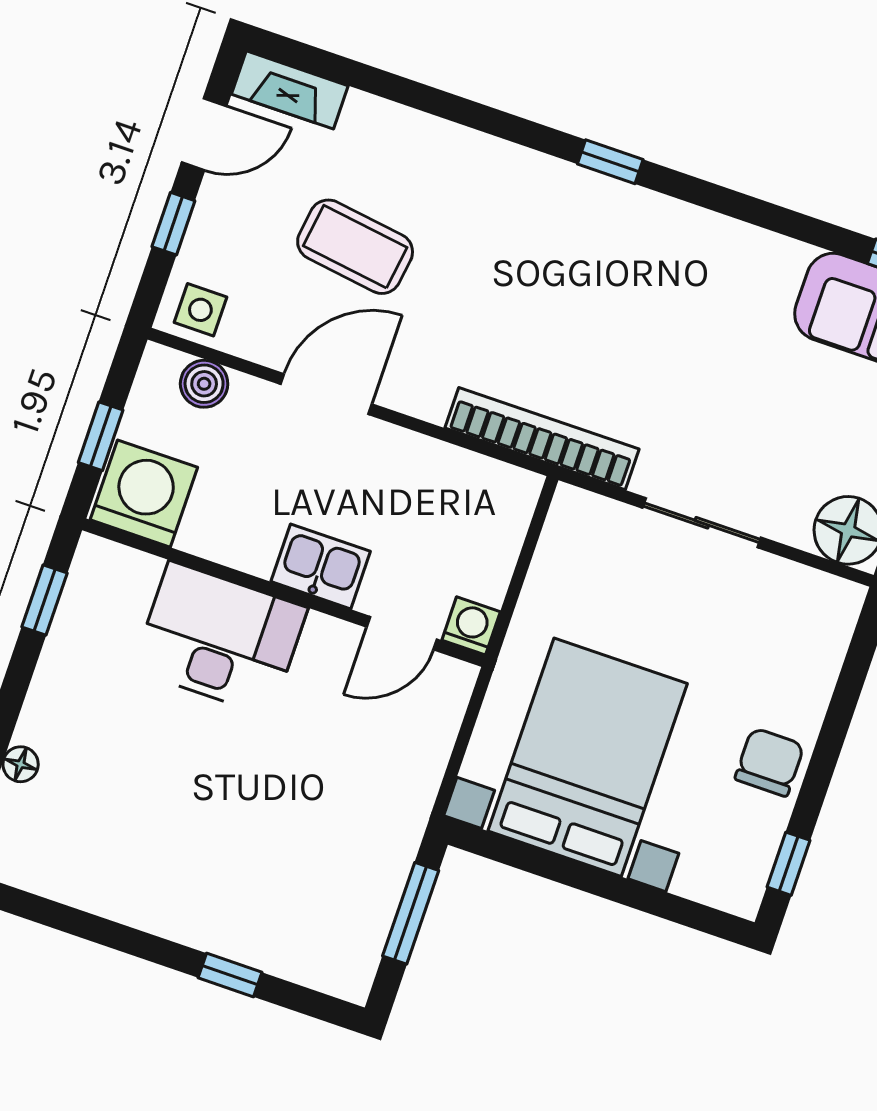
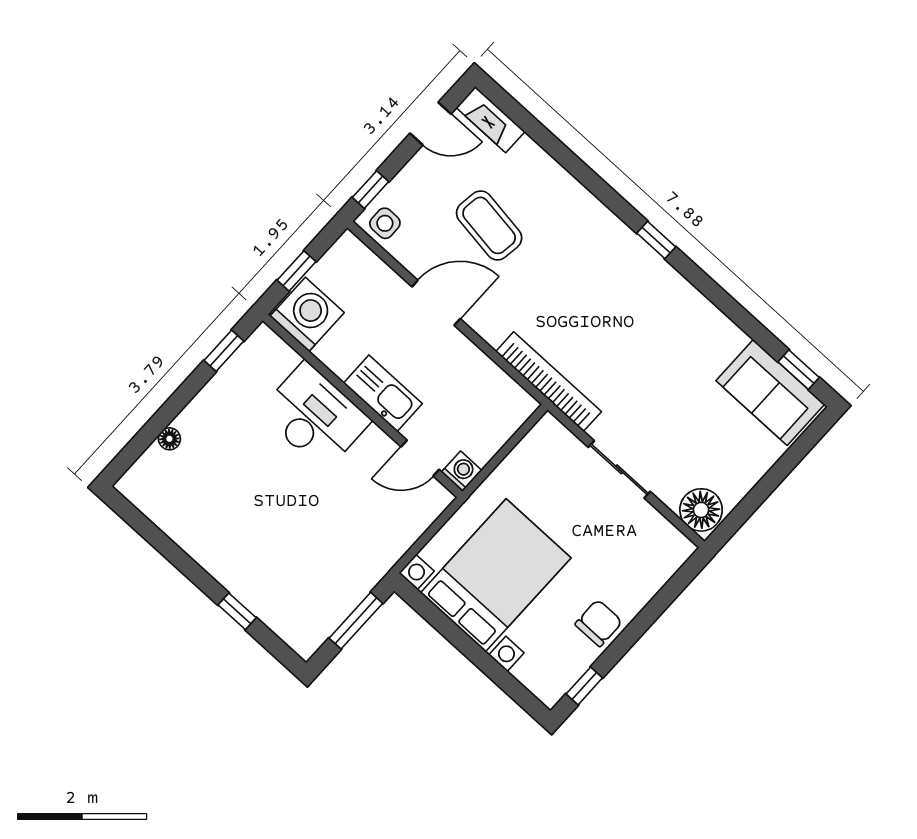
window: (173, 224) -> (371, 190), moved
boiler: (204, 384) -> (369, 267), removed
kitchen sink: (321, 566) -> (383, 393), width x1.38

